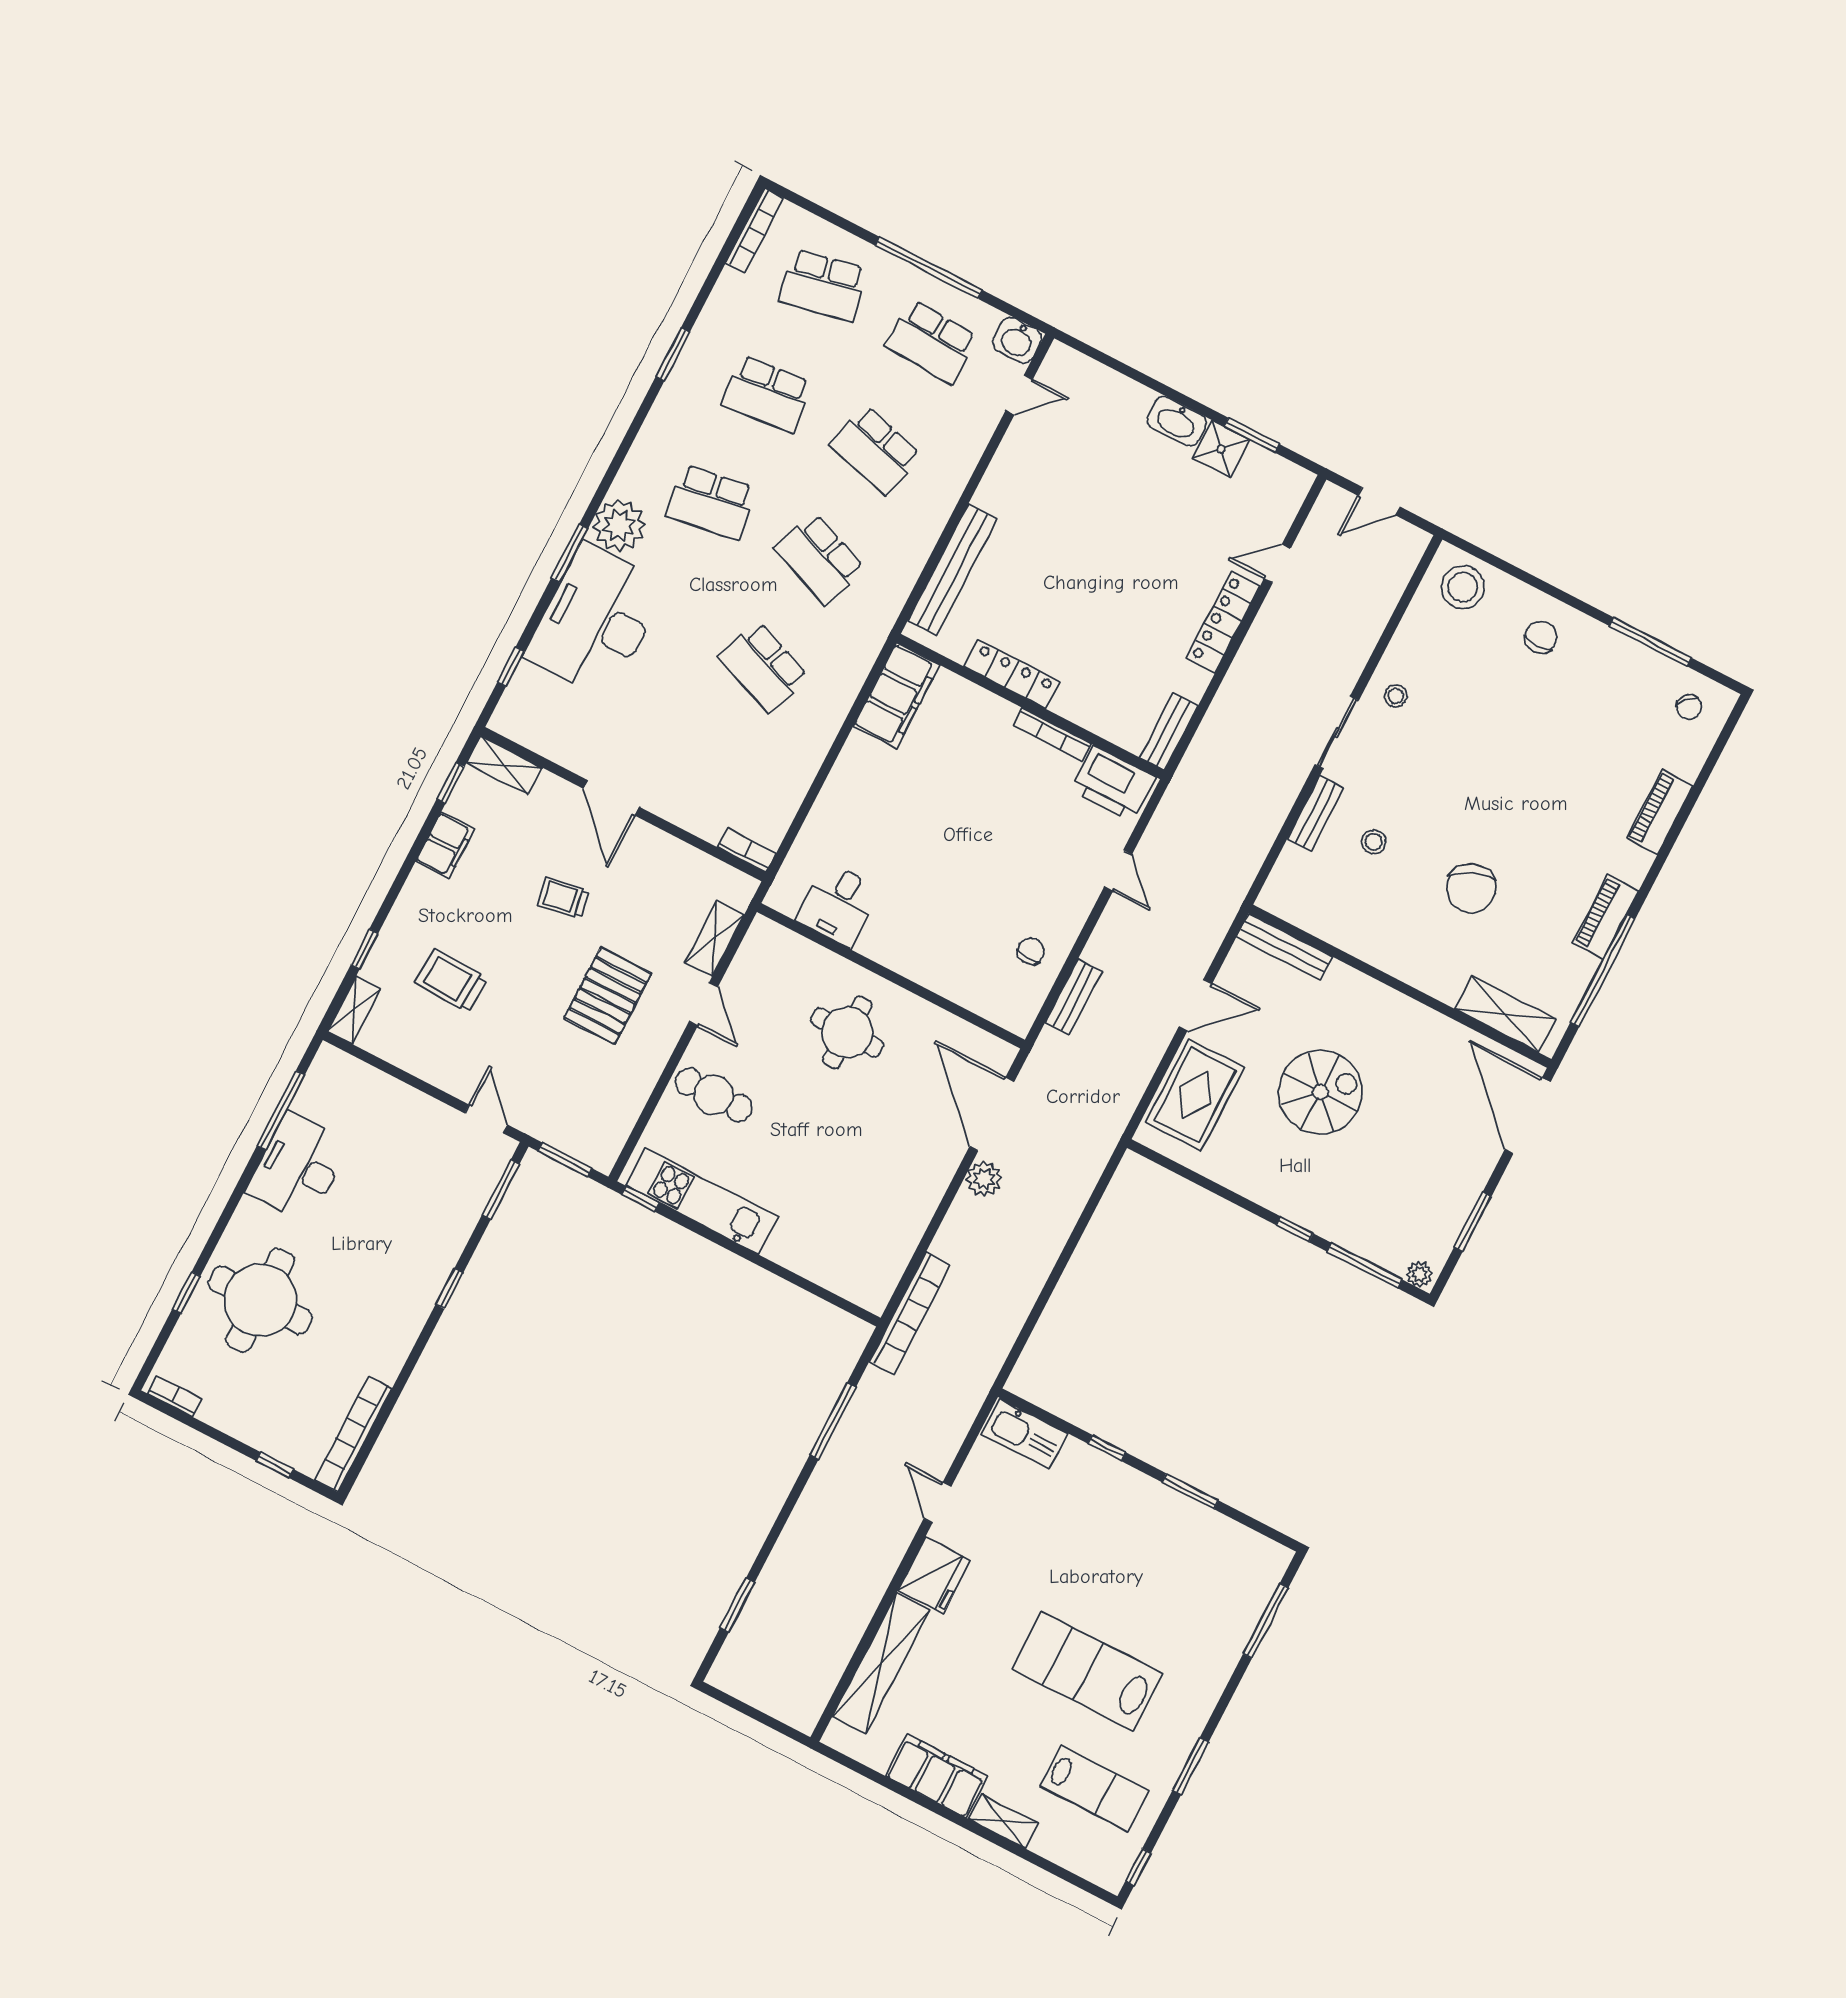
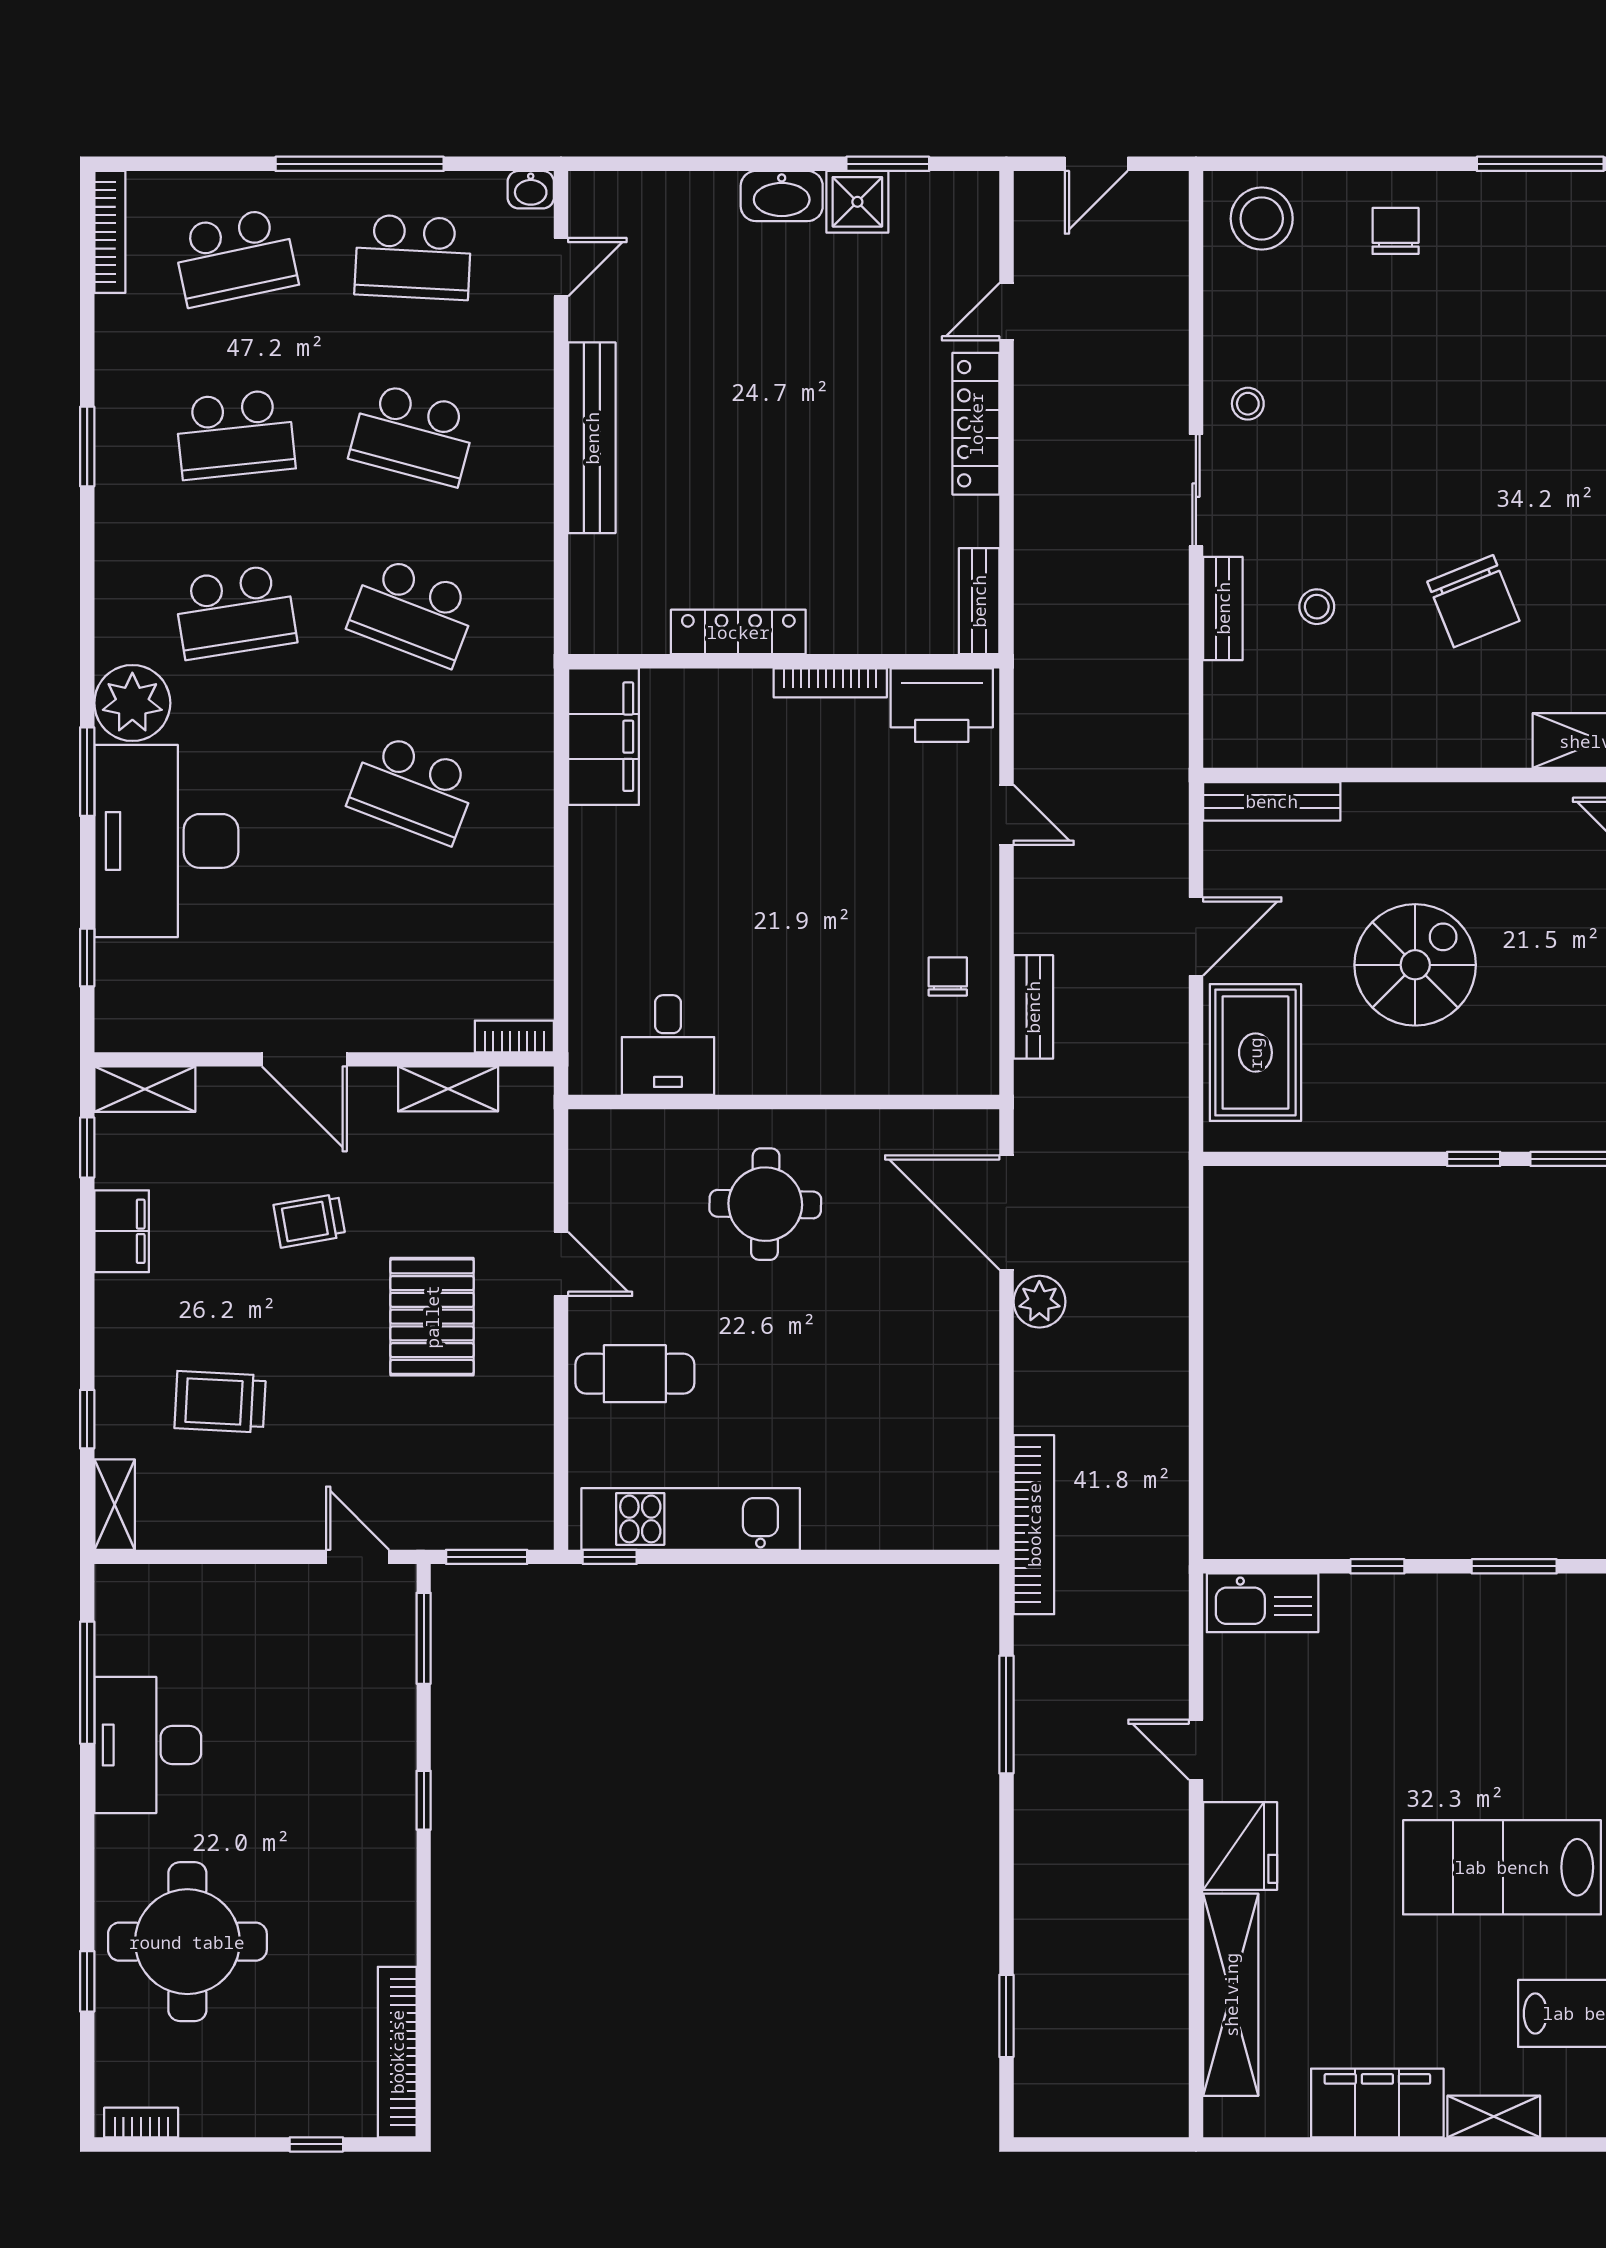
washbasin: (1017, 340) -> (531, 190), width x0.72, depth x0.69
bench: (952, 570) -> (592, 438), moved
shelving: (714, 939) -> (448, 1089), moved, turned 90

